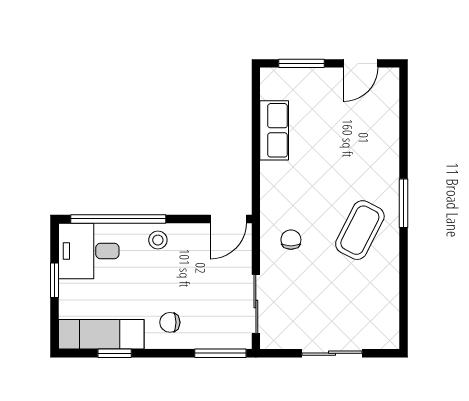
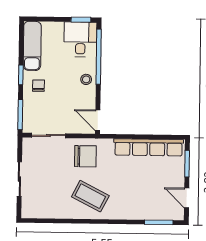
row of seats: (274, 130) -> (149, 147), width x2.02
window: (404, 203) -> (159, 222), moved
chair: (291, 240) -> (85, 156), width x1.87, depth x1.87
window: (55, 280) -> (81, 20), moved
window: (115, 353) -> (21, 75), moved

